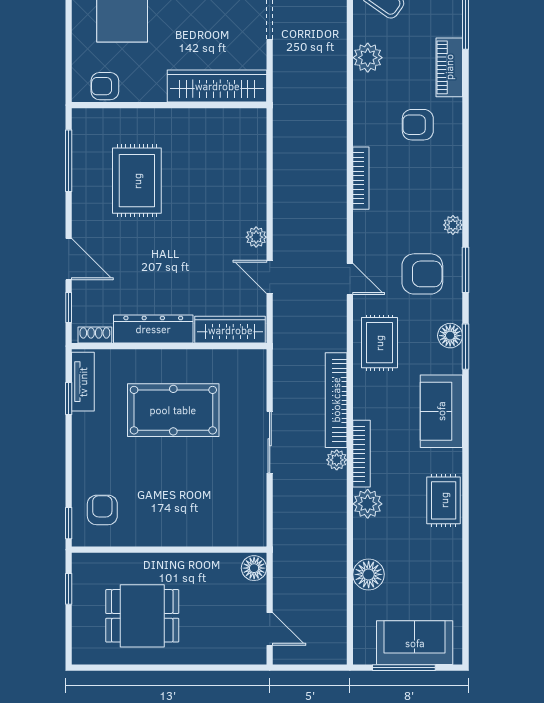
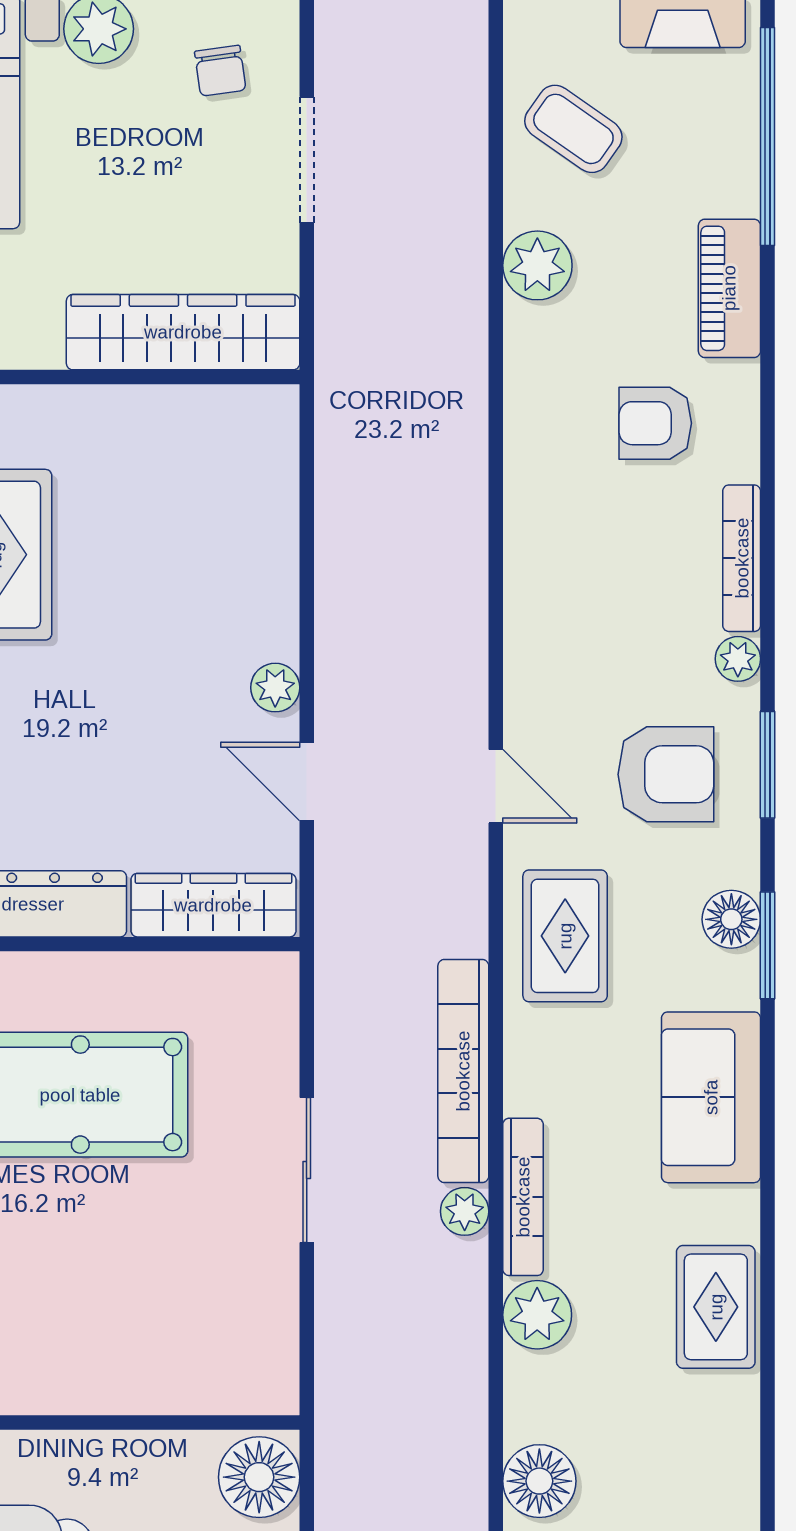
bookcase: (361, 178) -> (742, 558), moved, turned 180
floor lamp: (254, 568) -> (259, 1477), width x1.38, depth x1.38

